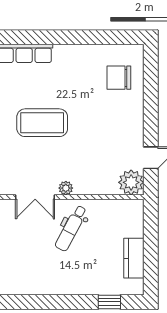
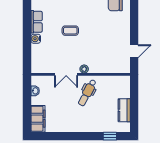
coffee table: (42, 123) -> (70, 31), width x0.54, depth x0.58
plant: (131, 182) -> (123, 66), removed

